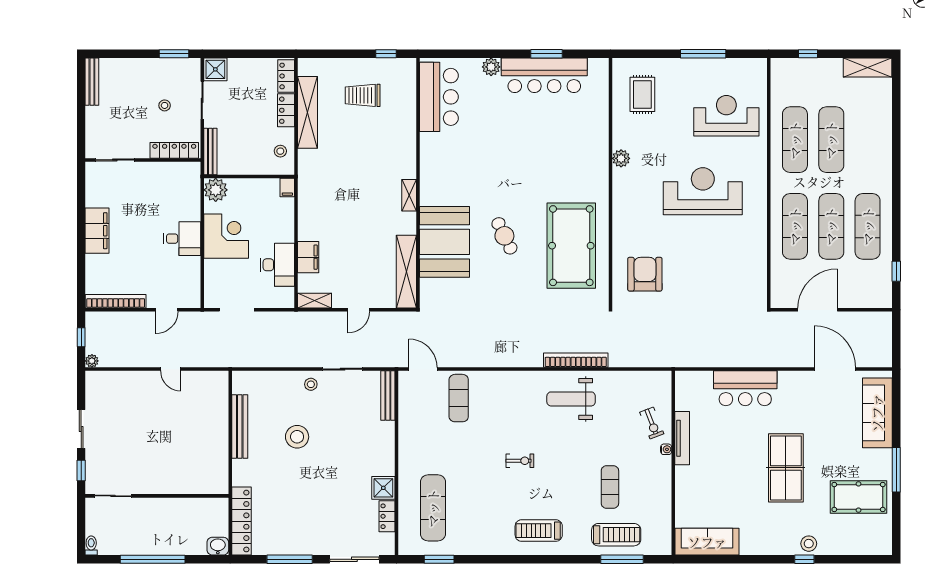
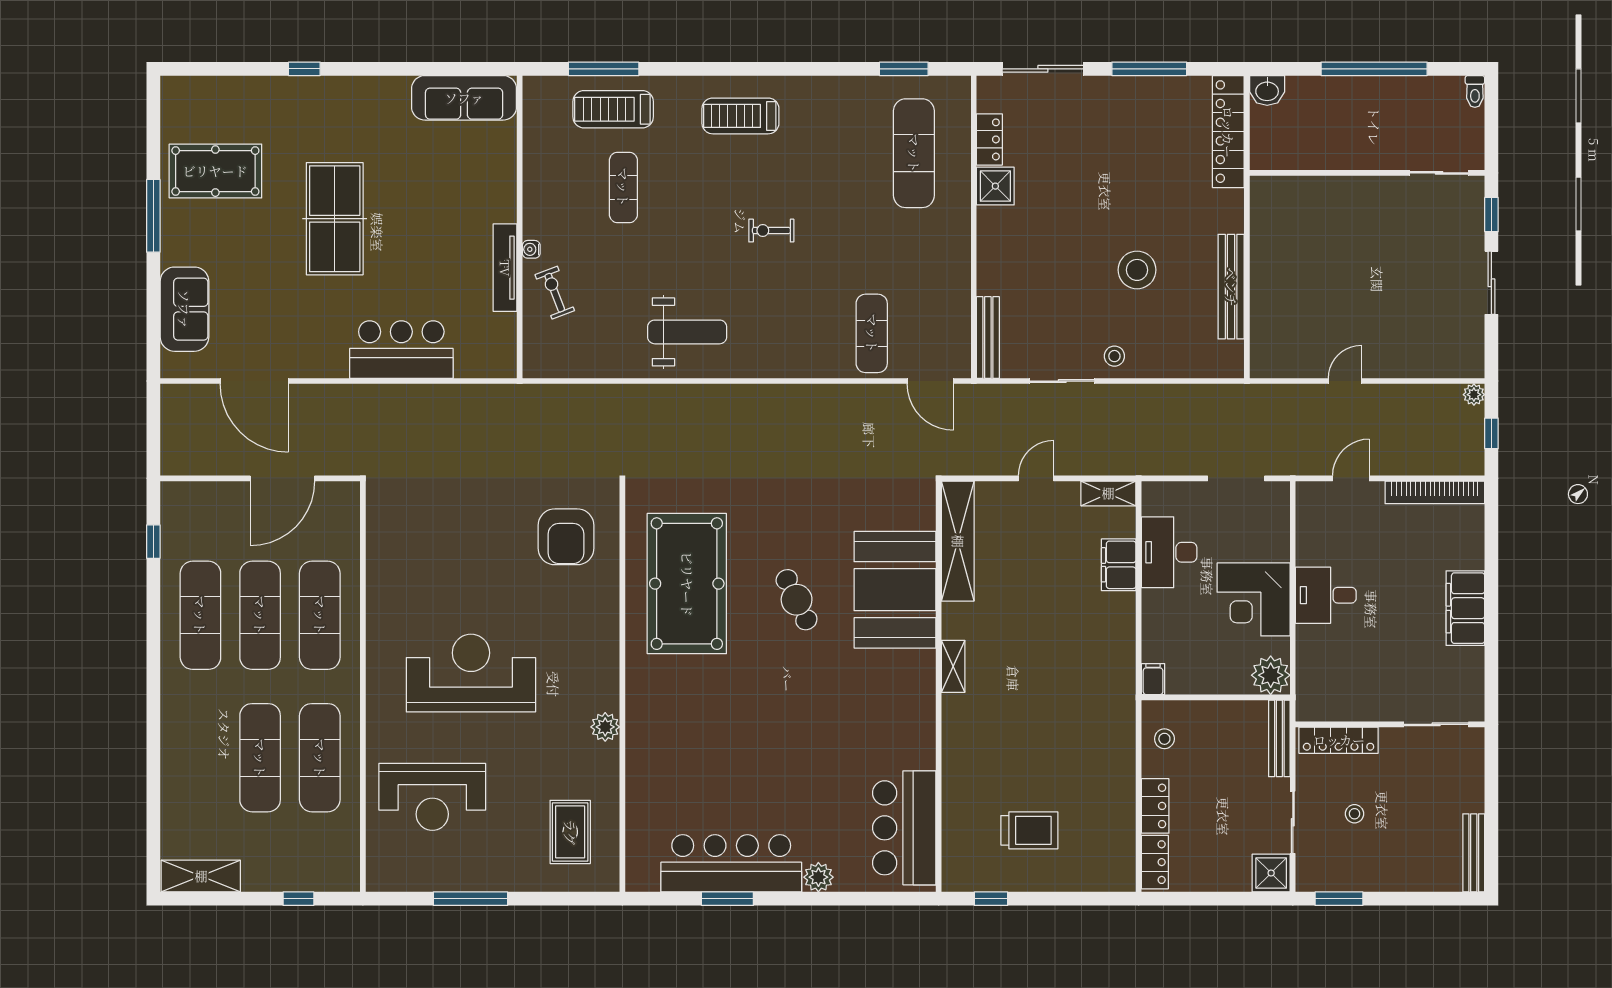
shelving: (308, 112) -> (1120, 802), removed
reception desk: (703, 191) -> (471, 673), turned 180
bookcase: (576, 360) -> (679, 396), removed
door: (171, 369) -> (1345, 381), hinge flipped
sofa: (877, 413) -> (184, 309), width x0.73
treadmill: (539, 531) -> (740, 116), turned 180
stool: (809, 544) -> (297, 95), removed

